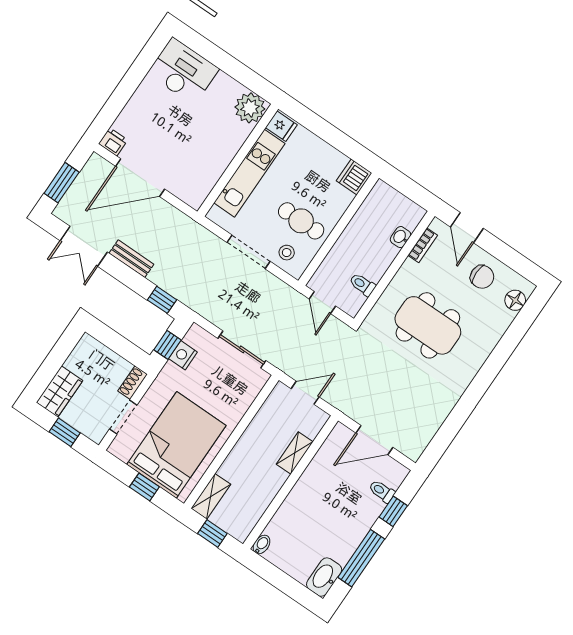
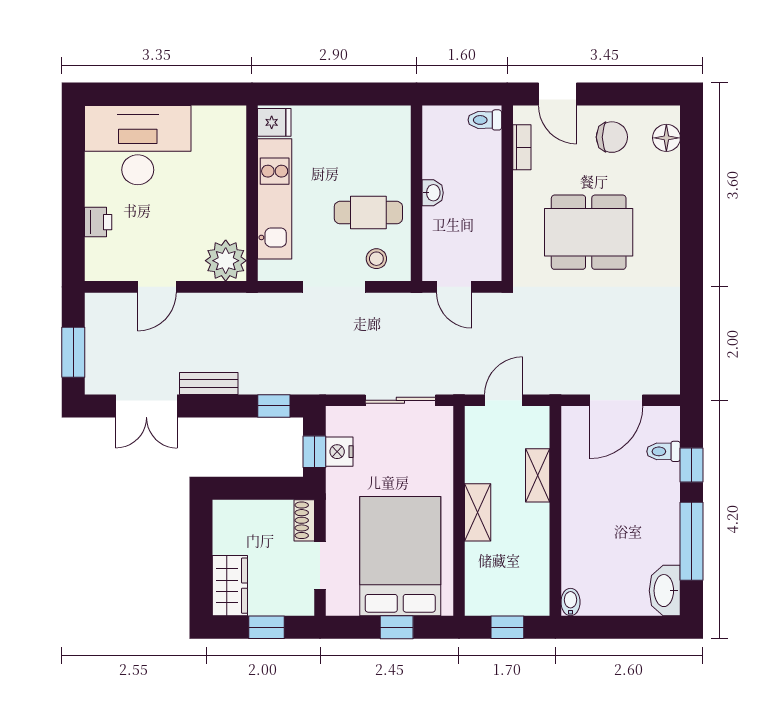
desk: (183, 71) -> (138, 145), width x1.36, depth x1.30
plant: (250, 108) -> (226, 261), moved
printer: (113, 142) -> (98, 222), moved, turned 90
dishwasher: (354, 177) -> (394, 123), removed
door: (140, 178) -> (157, 287), width x0.53
washbasin: (400, 237) -> (433, 193), moved, turned 180
toilet: (362, 285) -> (485, 120), moved
shelving: (211, 496) -> (478, 512), moved

